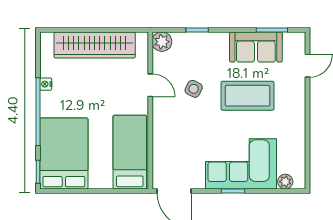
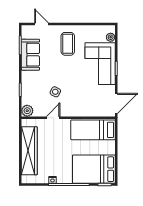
coffee table: (247, 96) -> (68, 44), moved, width x0.73, depth x0.76

